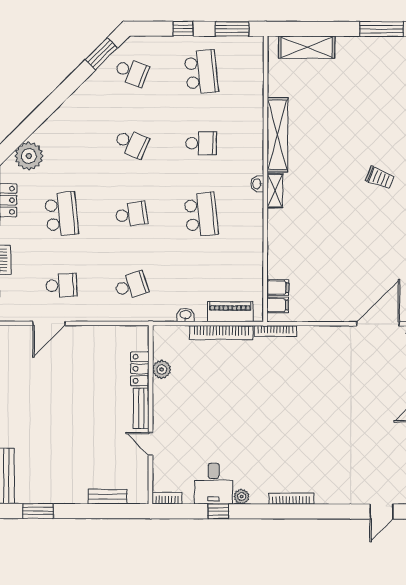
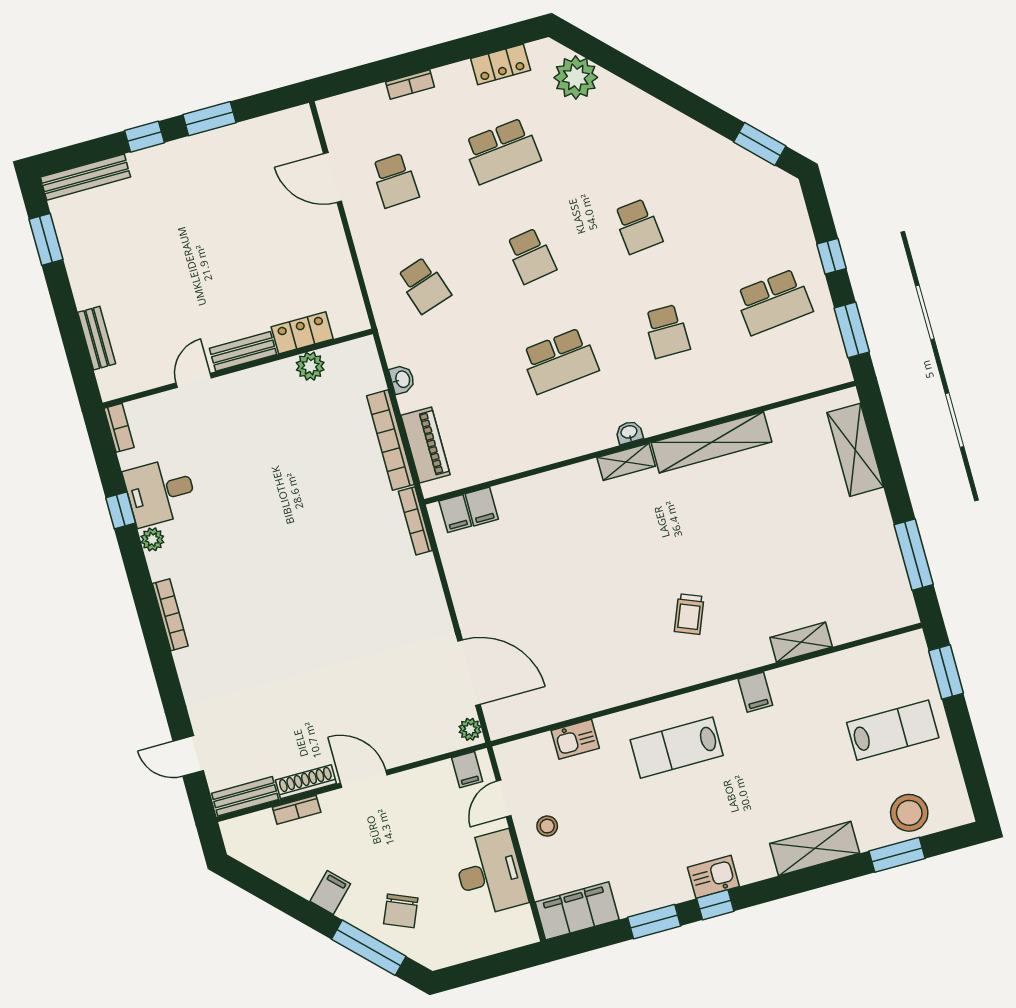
school desk: (132, 72) -> (745, 197), removed
school desk: (131, 143) -> (638, 226), turned -30

